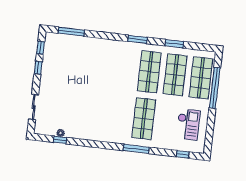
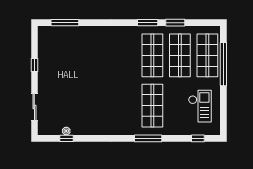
window: (137, 39) -> (148, 23), moved
window: (41, 48) -> (34, 43), removed

